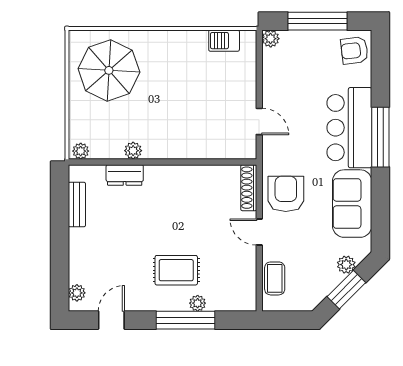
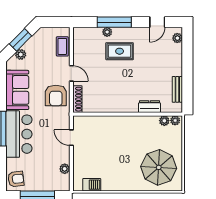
plant: (271, 39) -> (65, 169), moved
plant: (133, 151) -> (164, 121), moved

